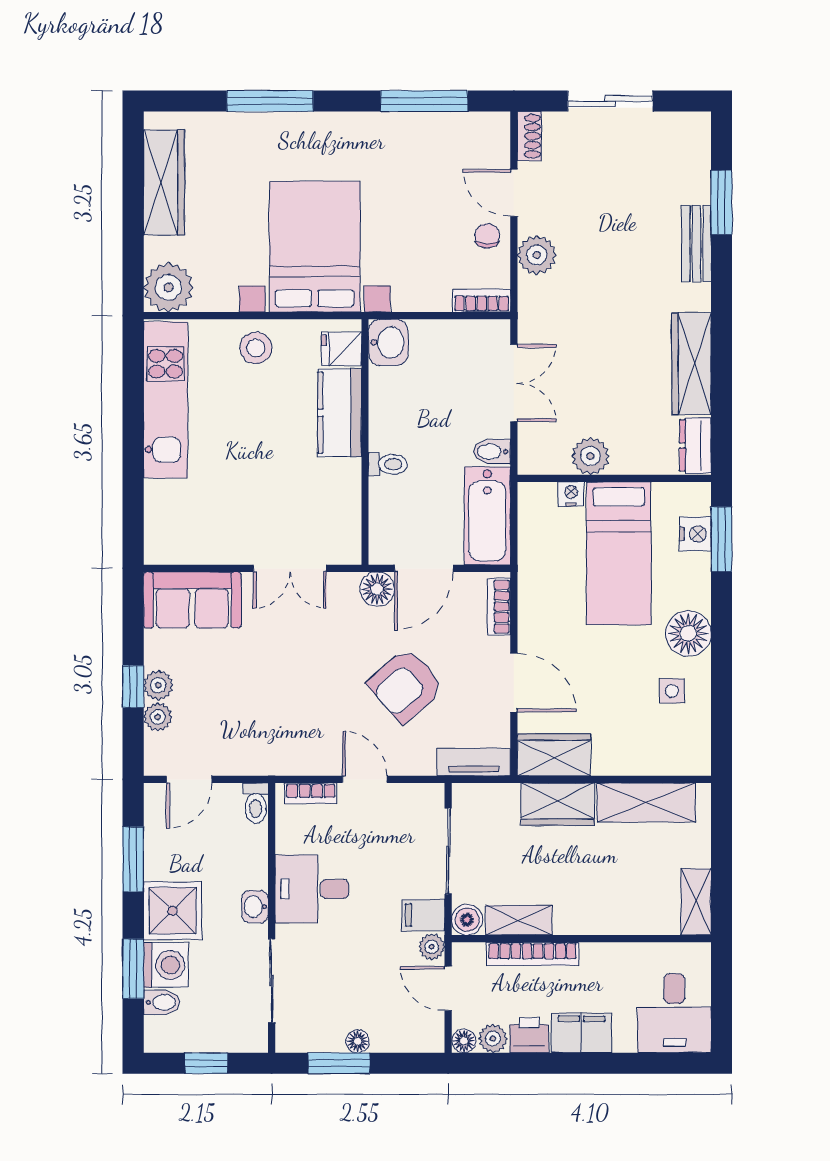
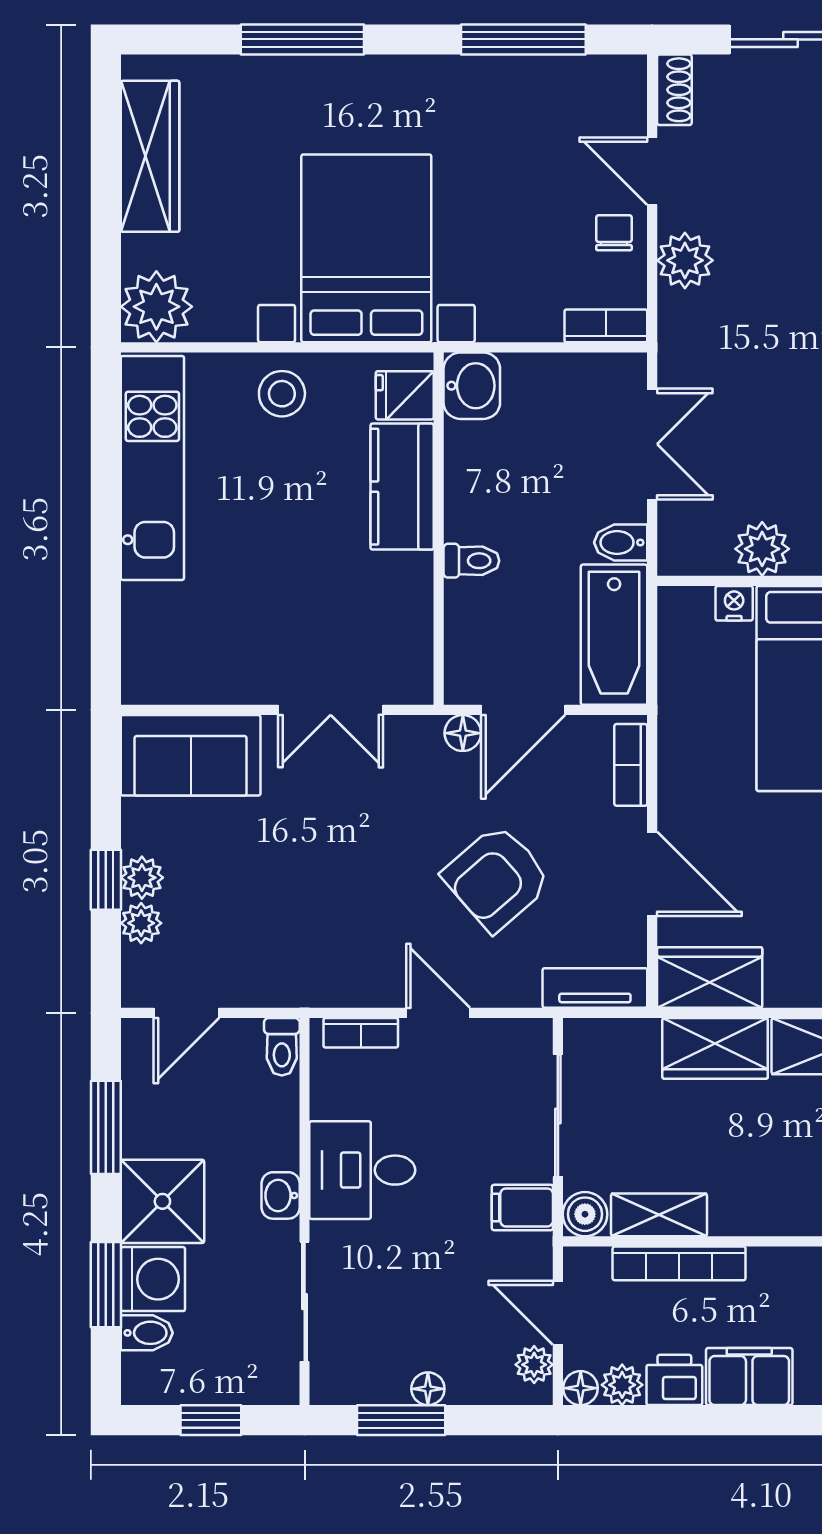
floor lamp: (377, 589) -> (463, 733), width x0.73, depth x0.73
plant: (432, 947) -> (534, 1365), moved

